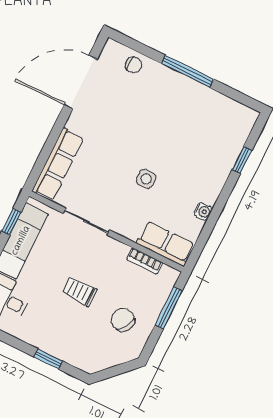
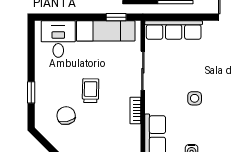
bookcase: (145, 261) -> (135, 110), moved
chair: (123, 320) -> (66, 116), moved, turned -45

